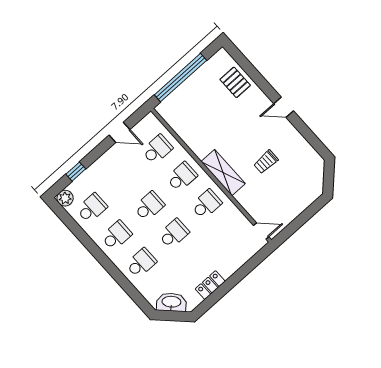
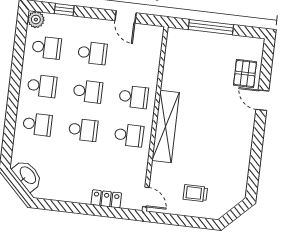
window: (180, 78) -> (211, 27), width x0.68
door: (284, 107) -> (262, 100), moved
school desk: (157, 149) -> (92, 53), moved
trolley: (266, 162) -> (195, 193), moved
shelving: (223, 173) -> (166, 126), width x1.47
locker: (210, 285) -> (106, 199), moved

